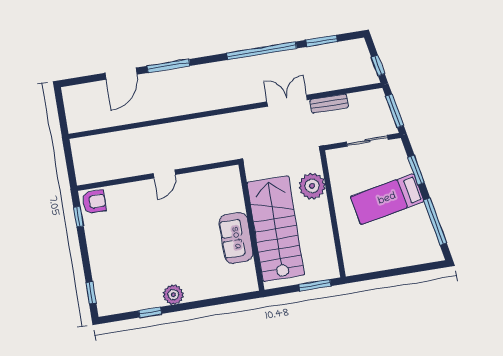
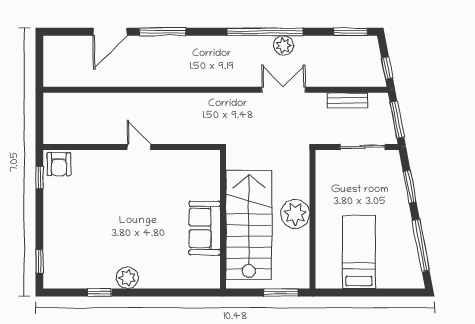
window: (322, 41) -> (351, 32), moved
plant: (281, 60) -> (283, 45), added
bench: (329, 104) -> (347, 100), moved
door: (164, 174) -> (139, 147), swing flipped
plant: (312, 186) -> (295, 214), moved
bed: (387, 199) -> (359, 252), moved, turned 101
armchair: (94, 202) -> (59, 164), turned 90

